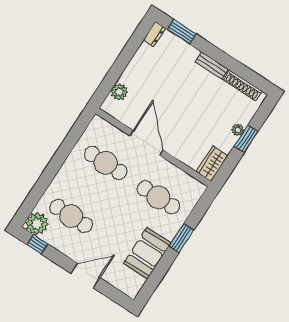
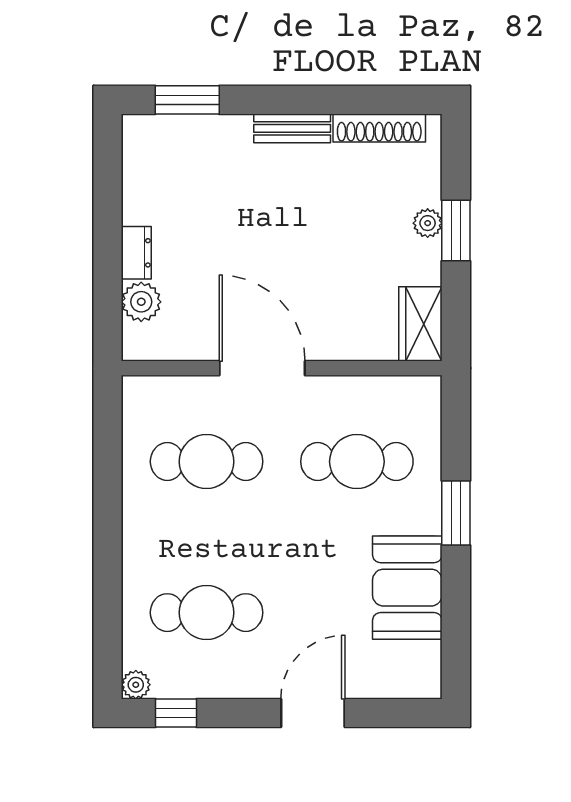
dresser: (155, 34) -> (136, 253), moved
plant: (37, 224) -> (136, 685), width x0.53, depth x0.53

